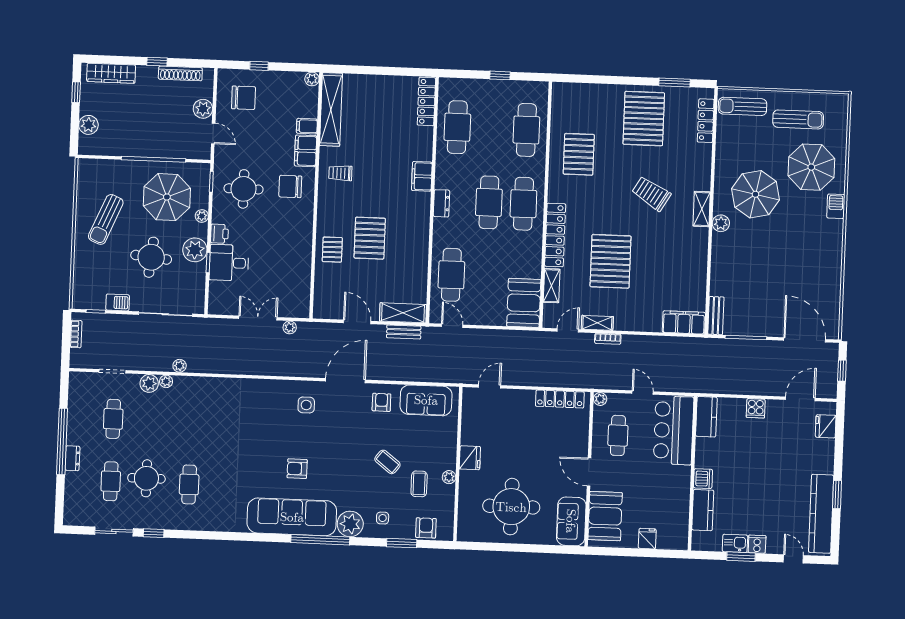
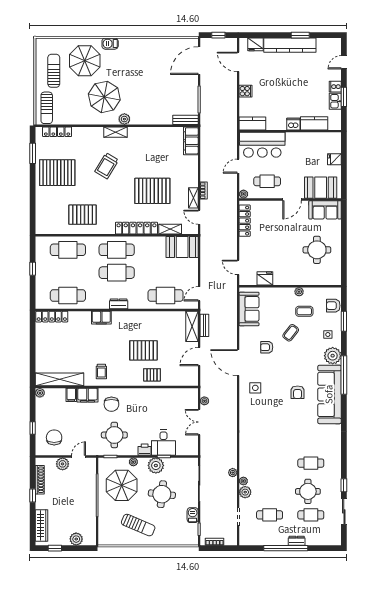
armchair: (381, 402) -> (267, 347), moved
fridge: (470, 458) -> (265, 278), moved
round table: (511, 507) -> (317, 250), width x0.73, depth x0.73
kitchen counter: (821, 514) -> (290, 45), moved

